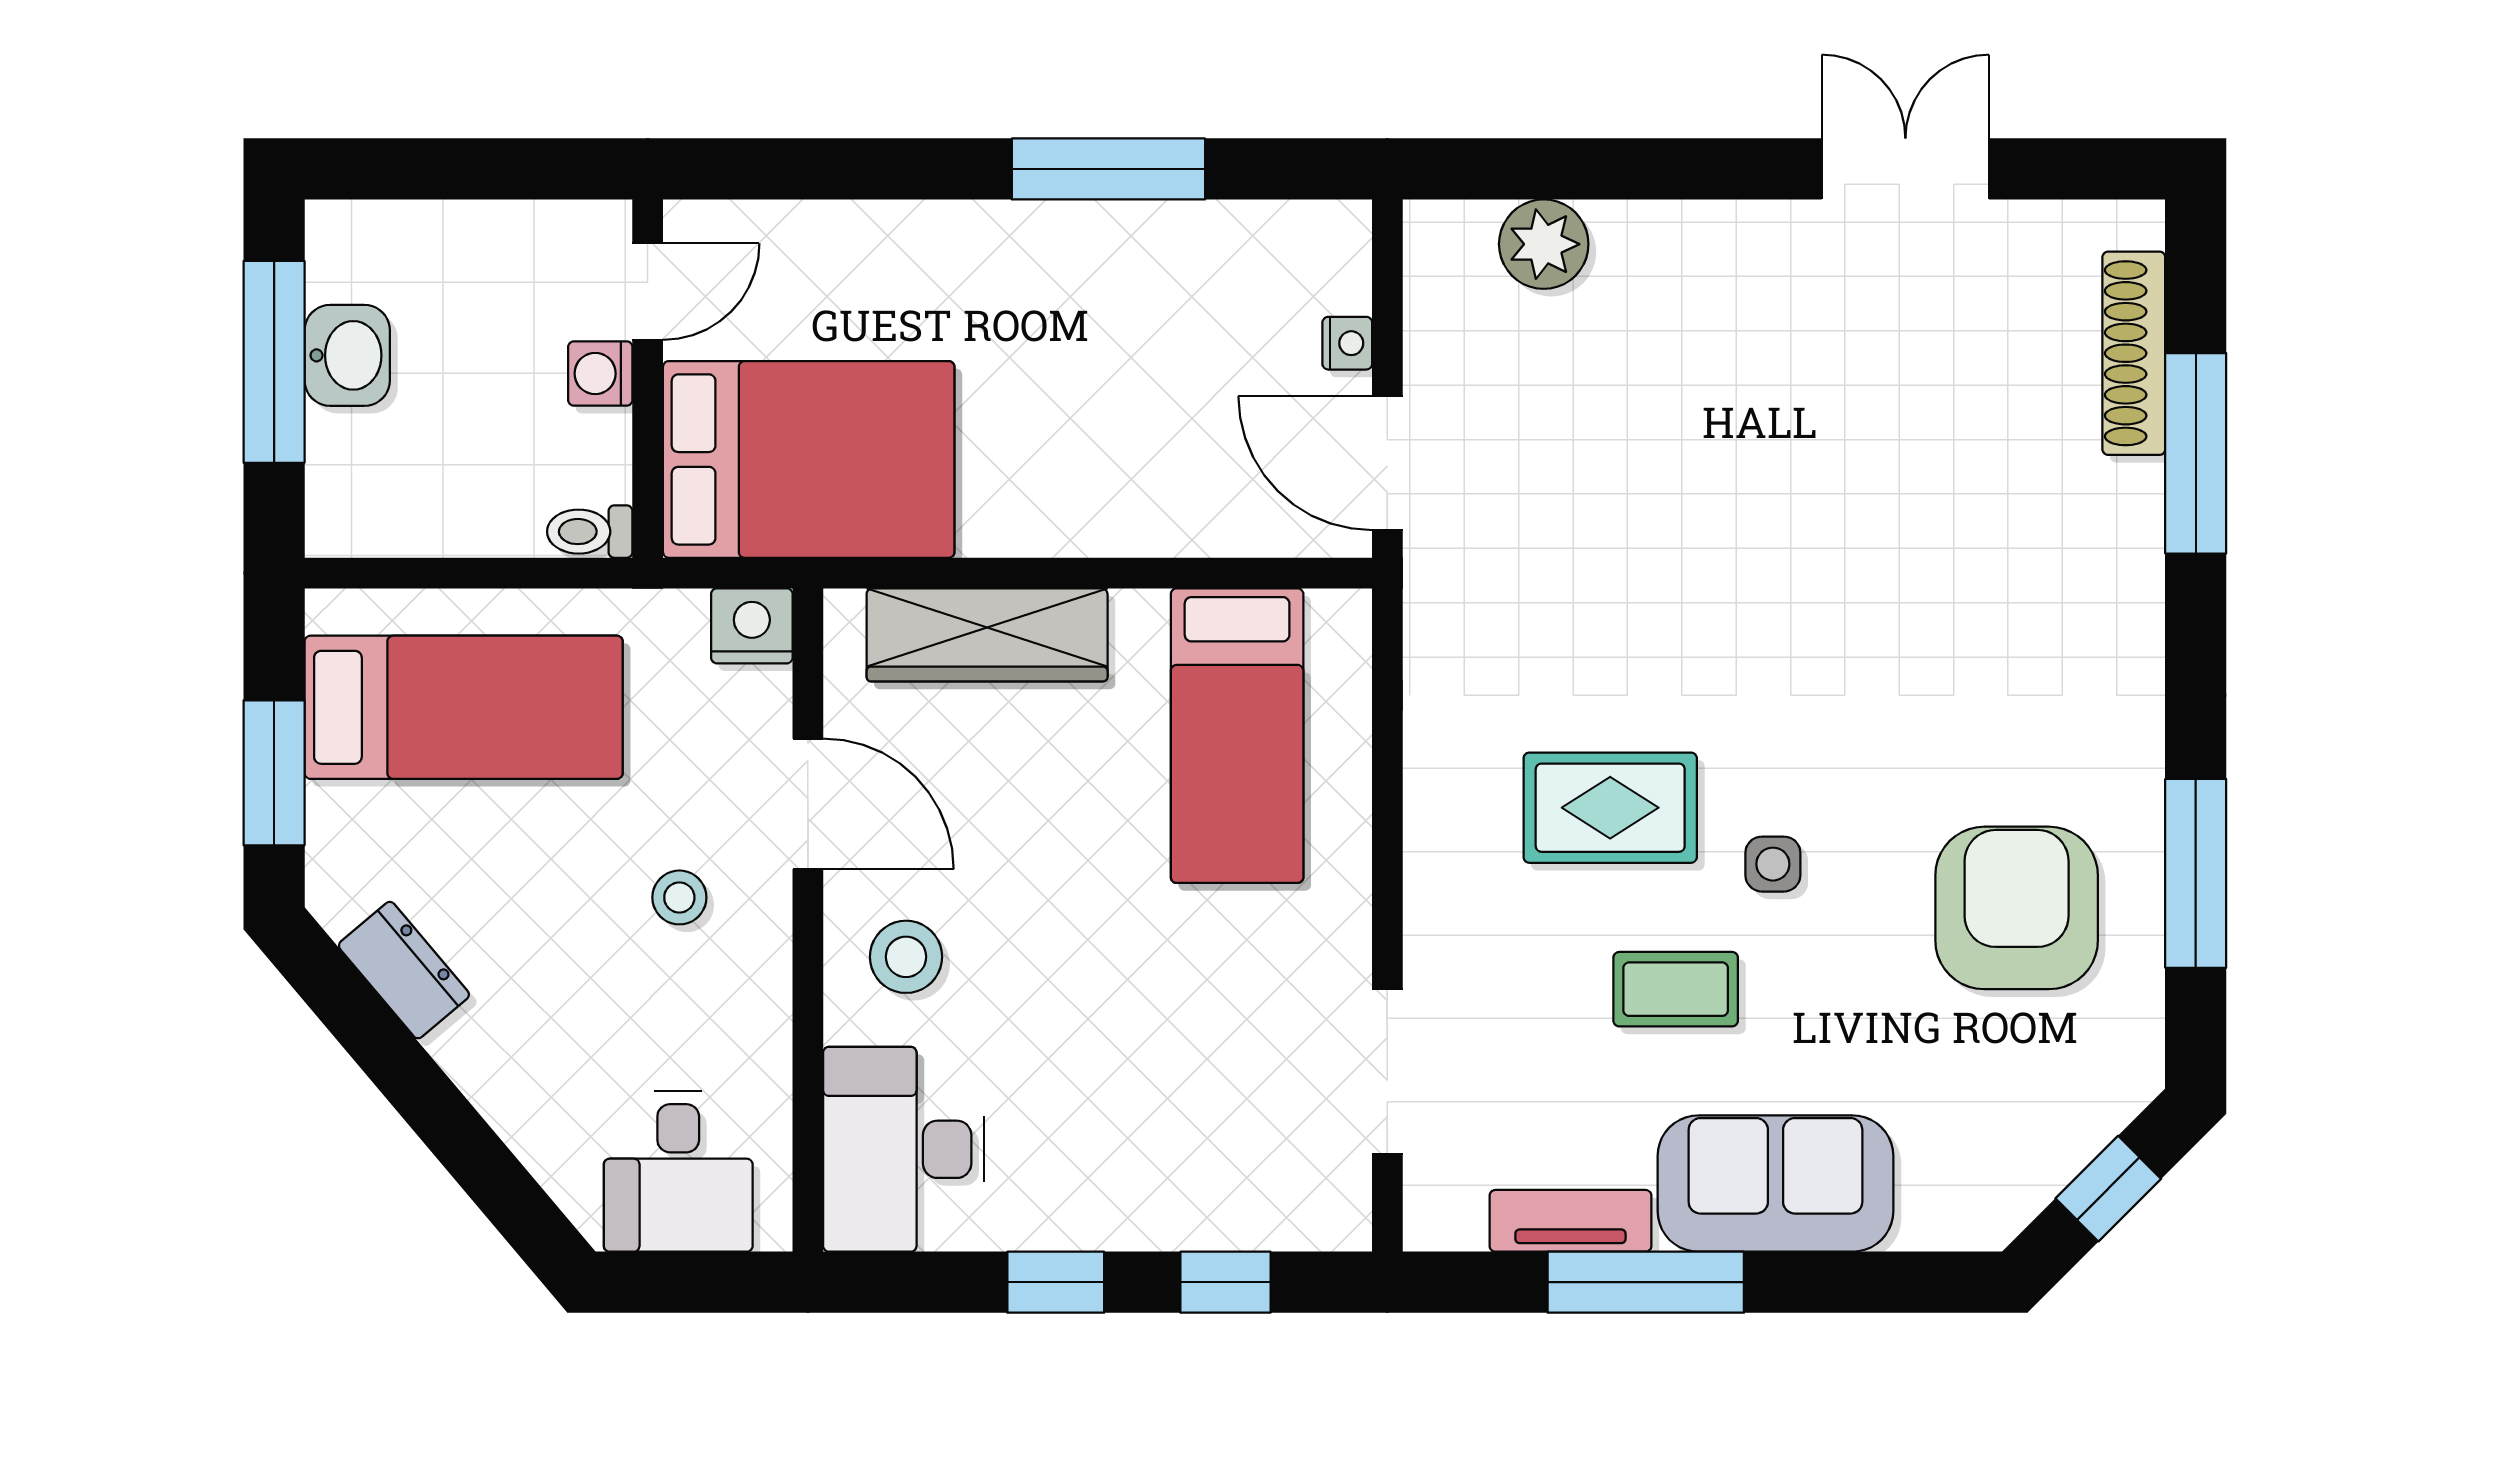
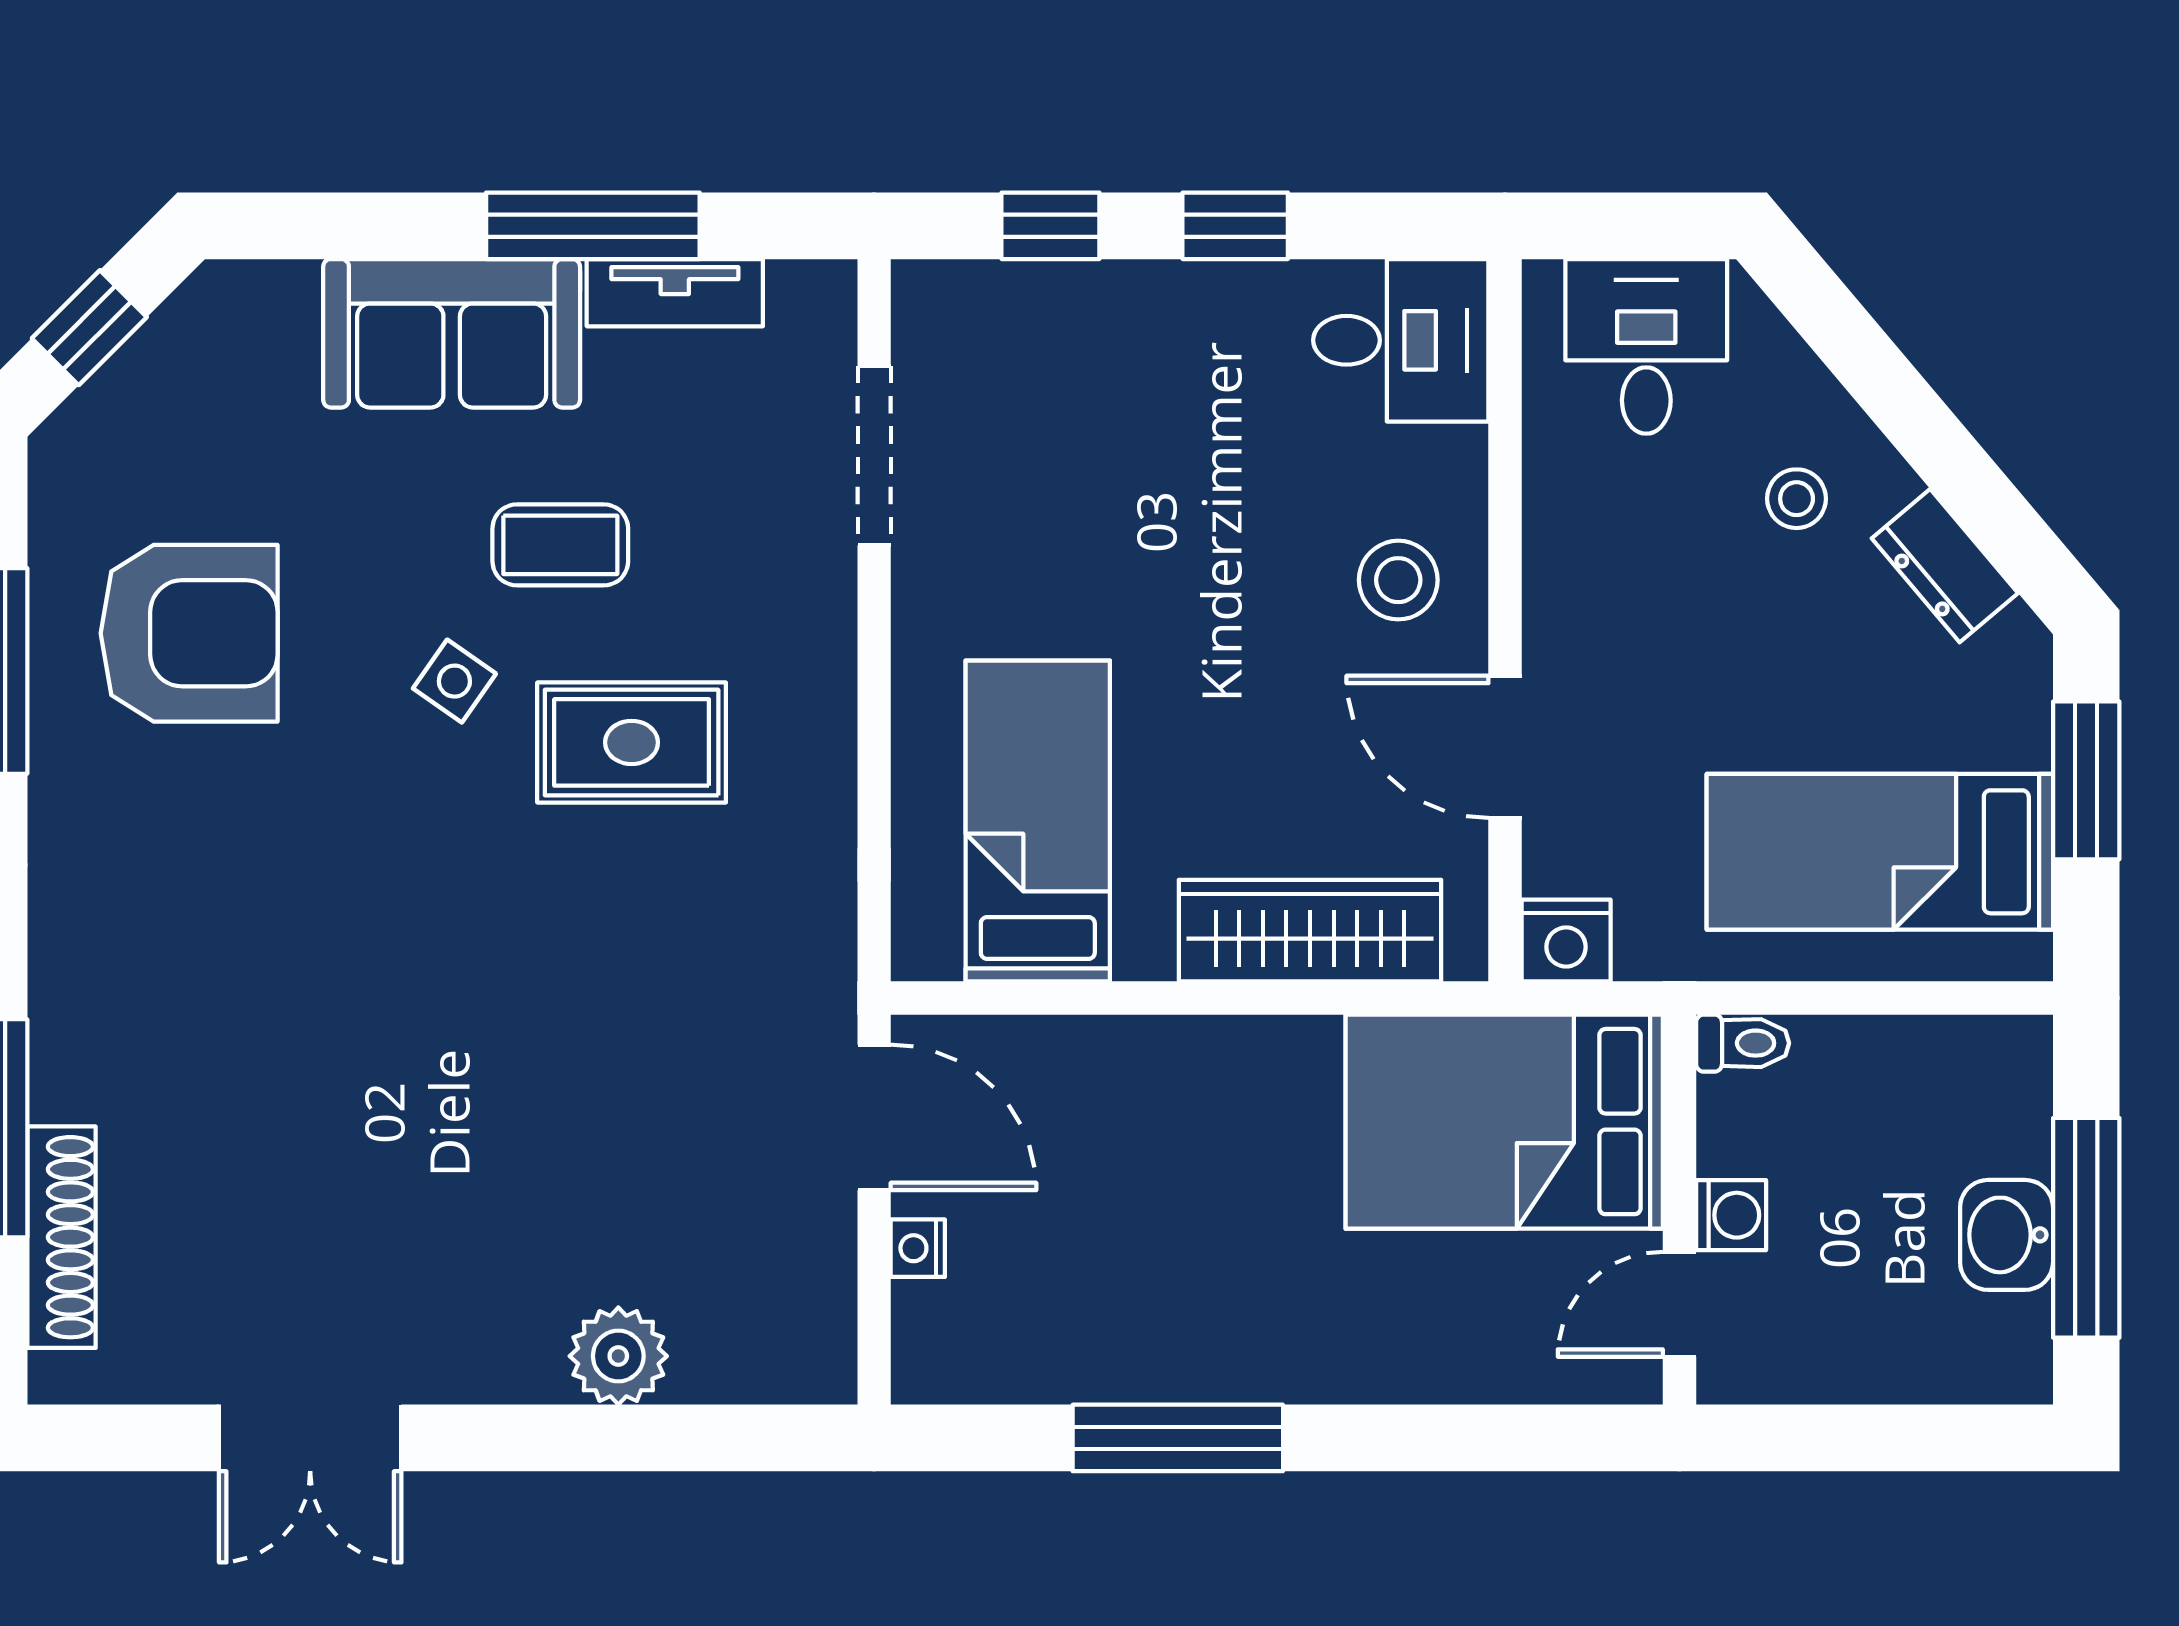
plant: (1544, 244) -> (618, 1356), moved
side table: (1773, 864) -> (454, 681), turned 35
stool: (679, 897) -> (1797, 499), moved
armchair: (2017, 908) -> (189, 633), turned -90
desk: (904, 1149) -> (1401, 340), width x0.73

